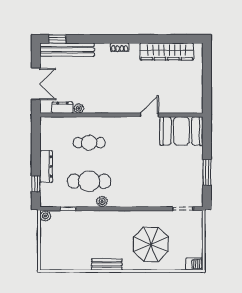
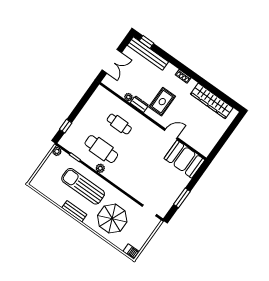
rug: (117, 88) -> (162, 102), added
dresser: (63, 108) -> (139, 104), moved
dresser: (46, 166) -> (80, 120), removed
sun lounger: (98, 233) -> (83, 186), added

